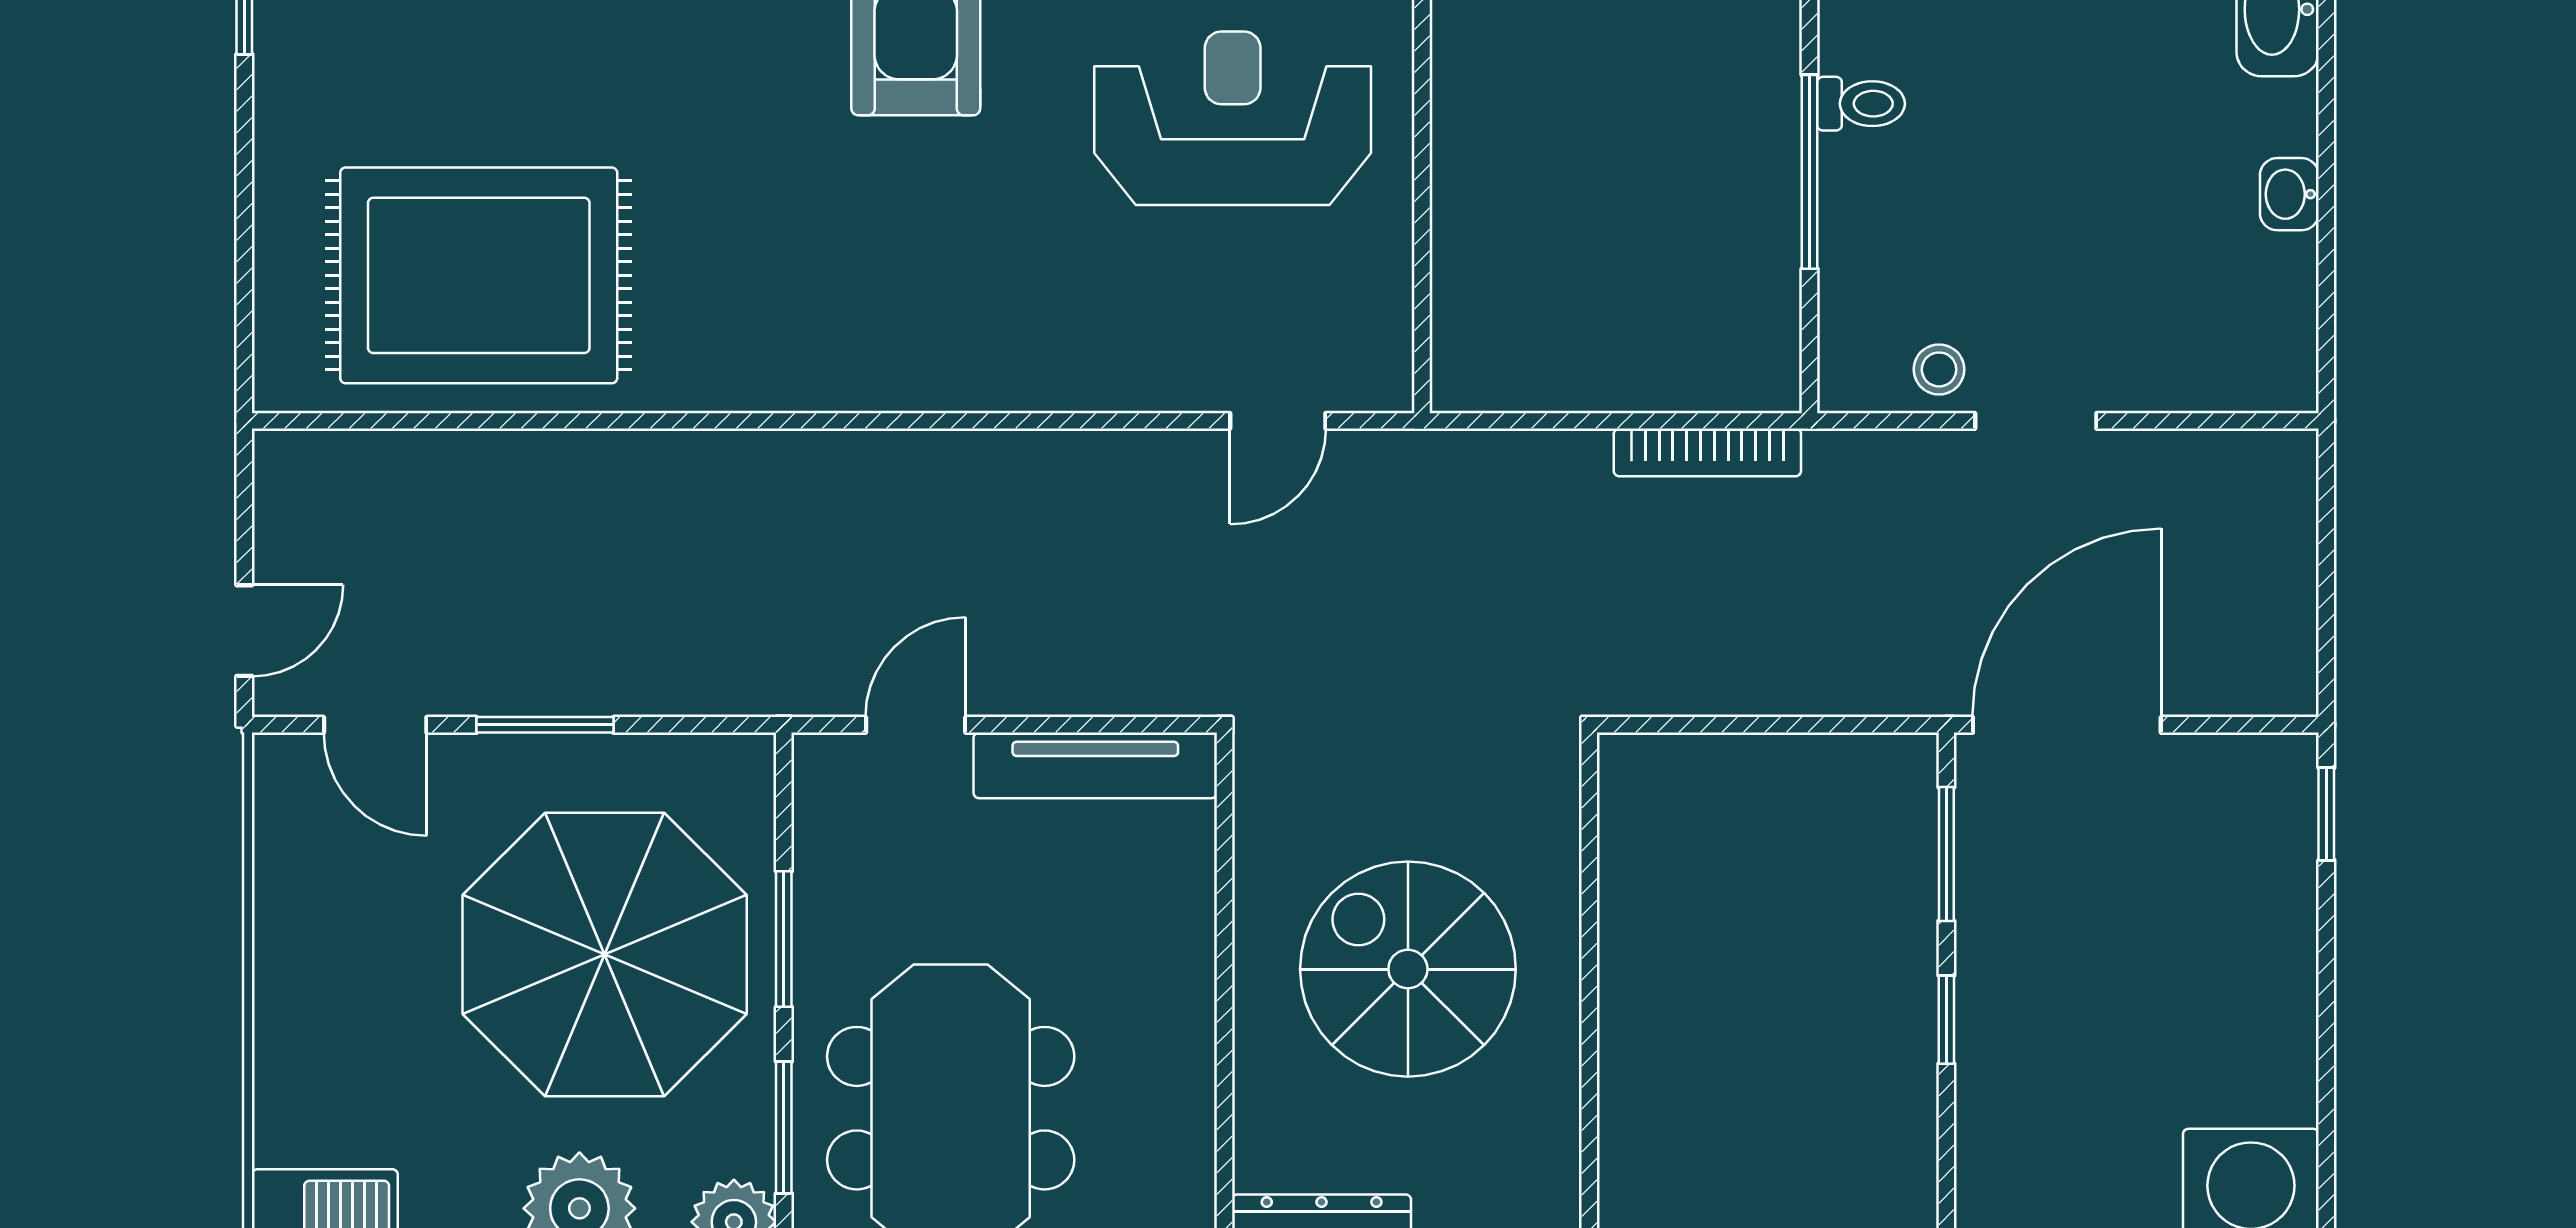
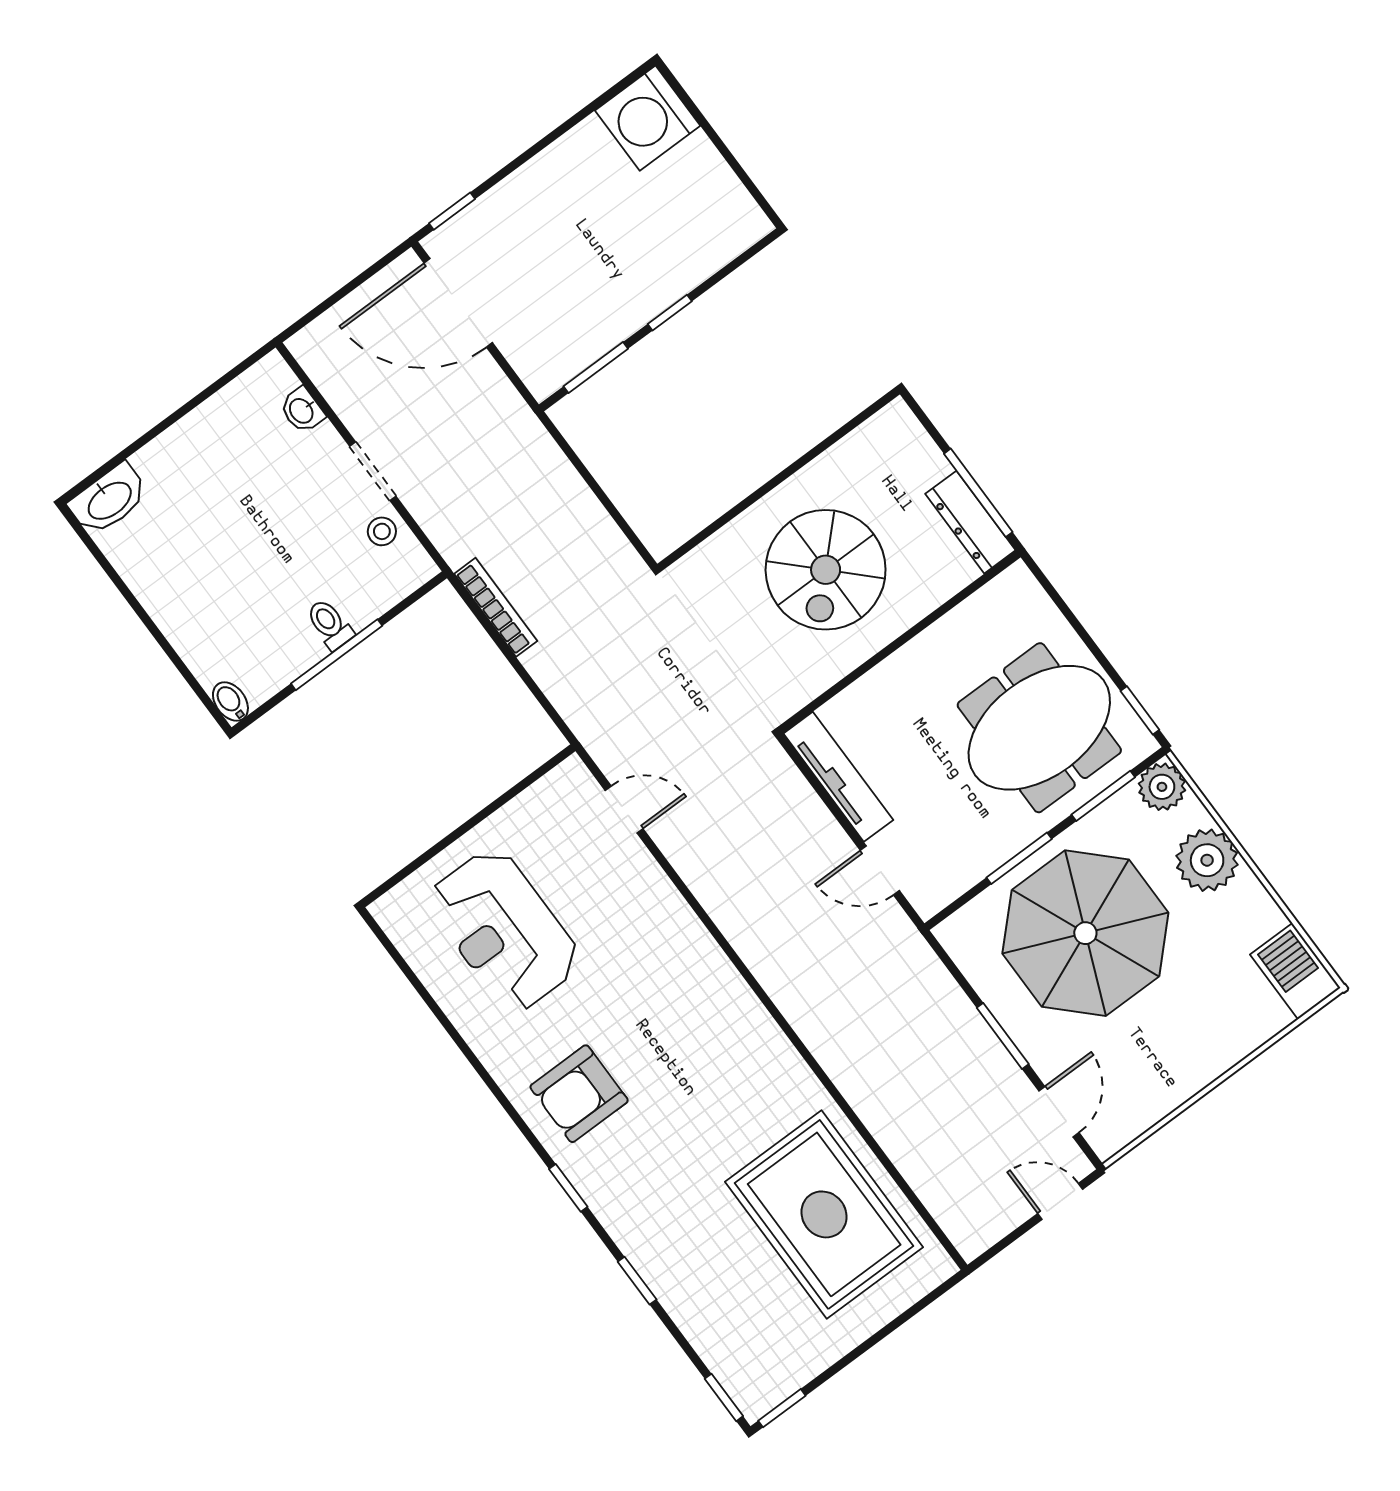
toilet: (1861, 104) -> (330, 624), moved
washbasin: (2289, 194) -> (302, 410), moved, turned 90
door: (2067, 725) -> (458, 303), moved

